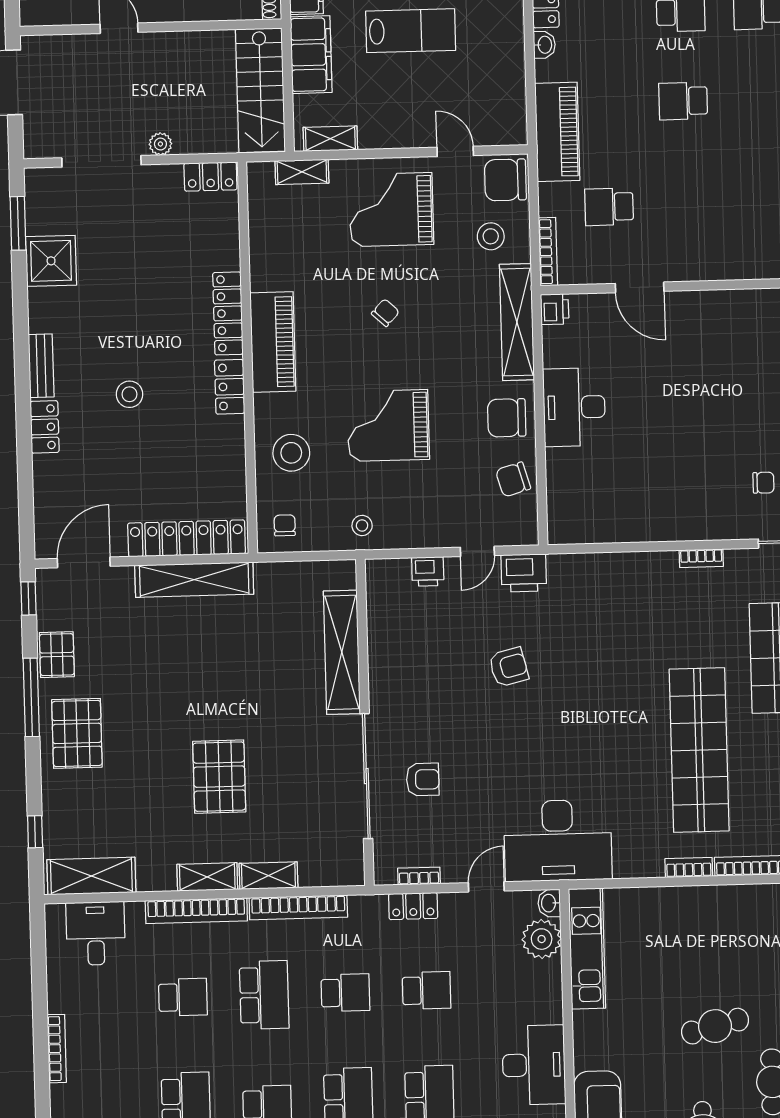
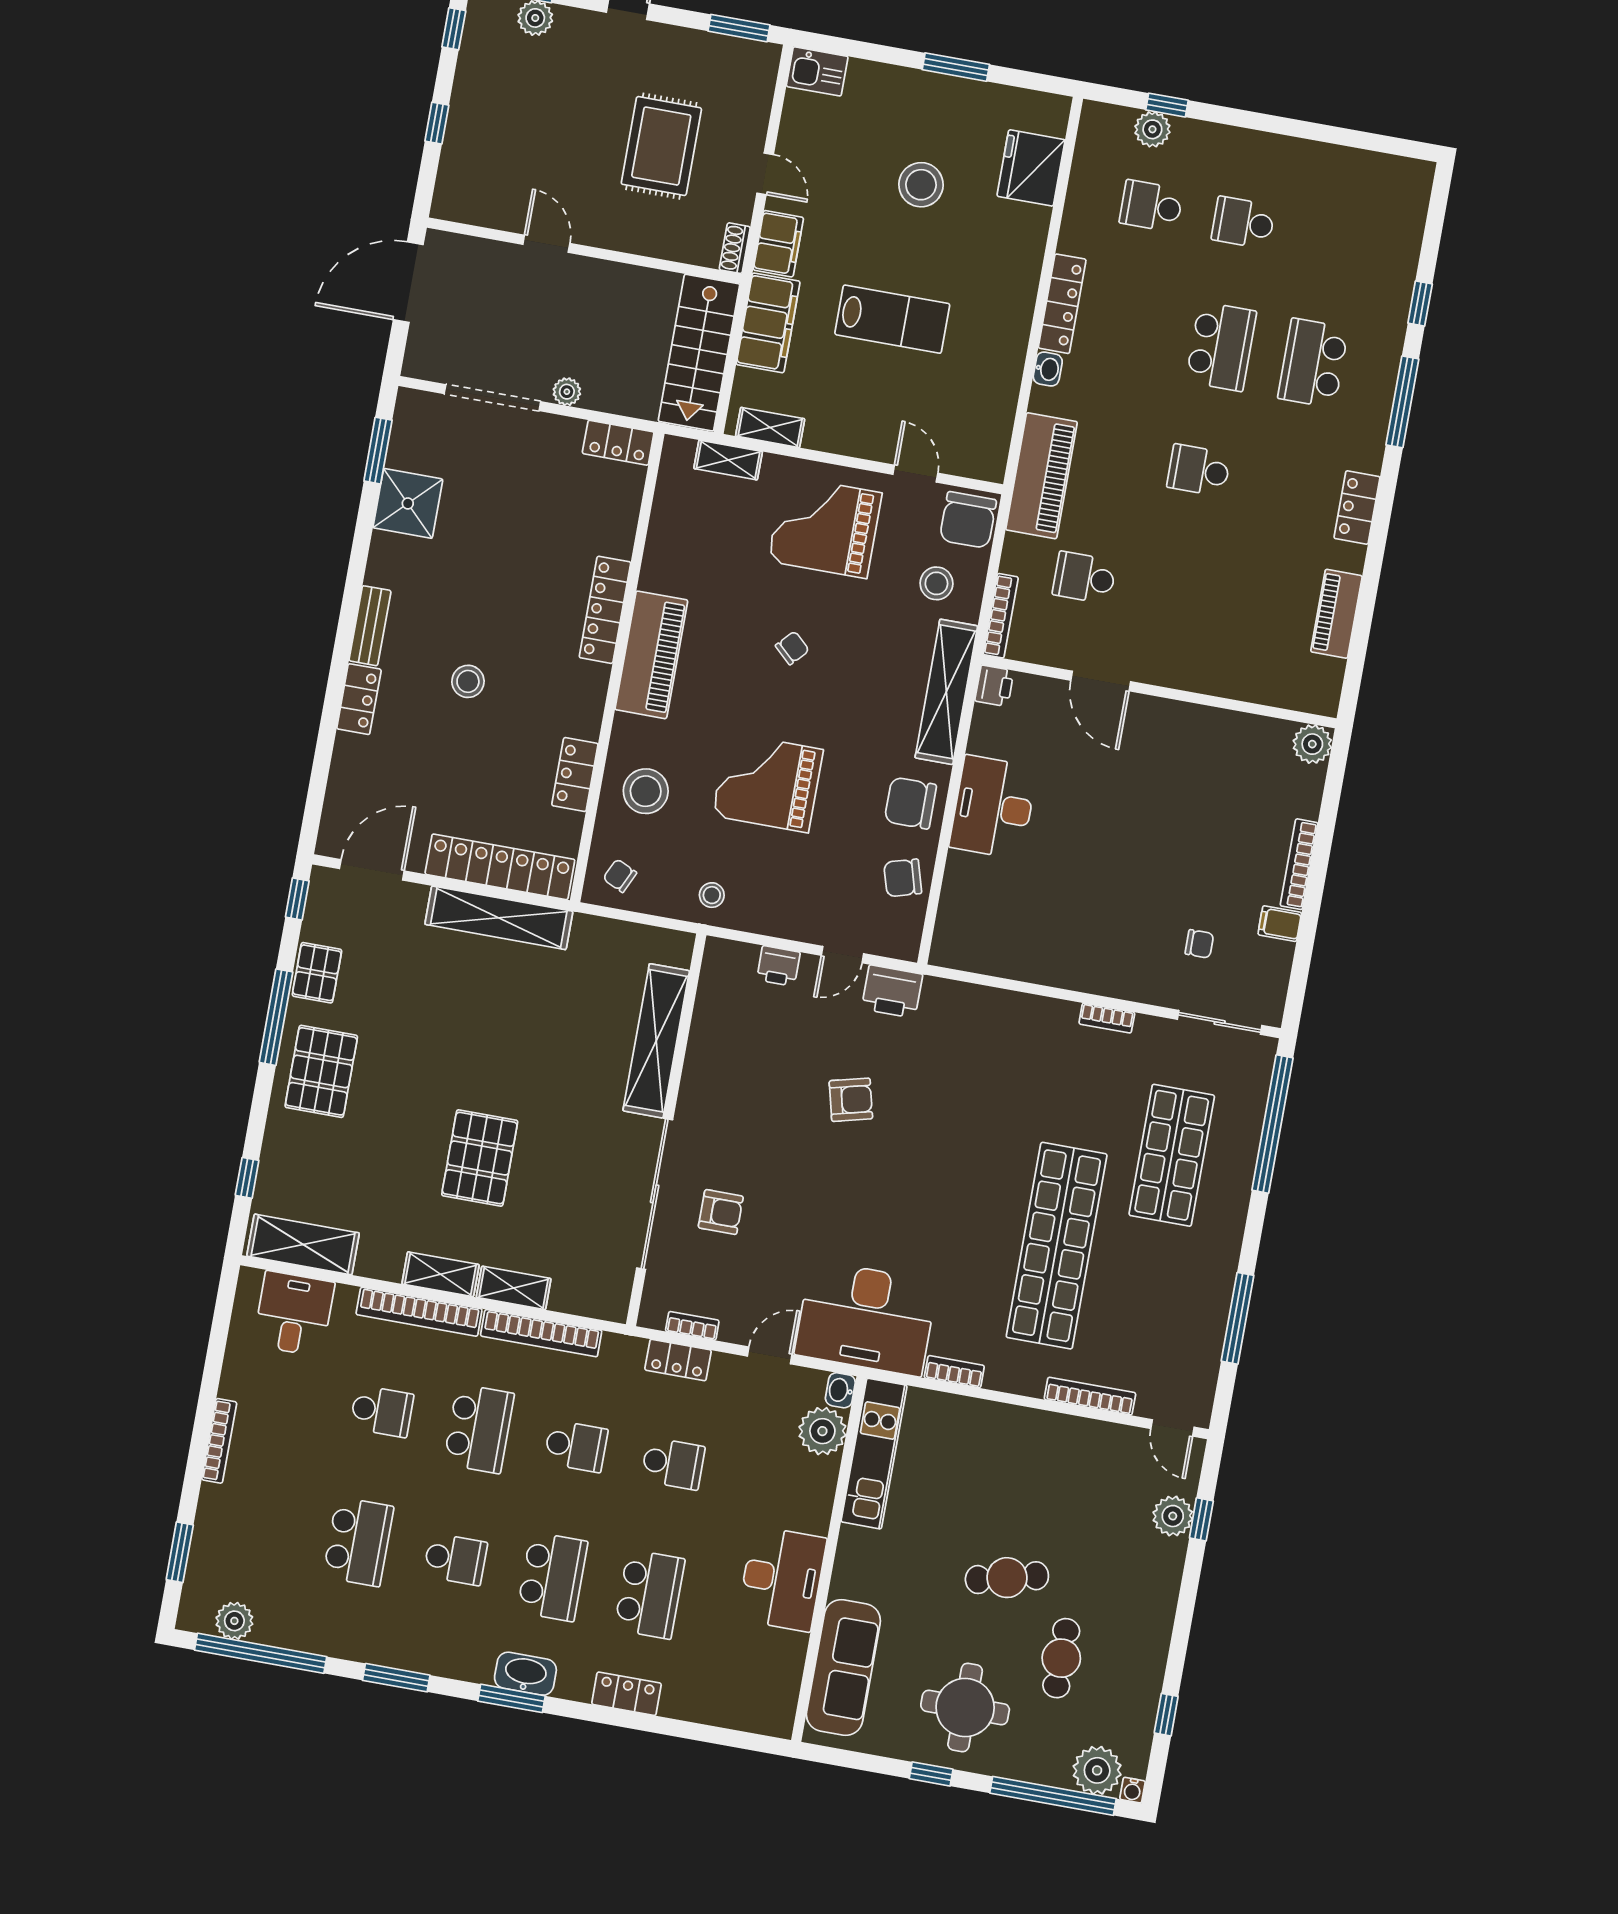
chair: (505, 180) -> (968, 520), turned -90
locker: (230, 387) -> (575, 774), moved
chair: (285, 525) -> (620, 876), turned -65
bookcase: (689, 868) -> (954, 1372), moved

